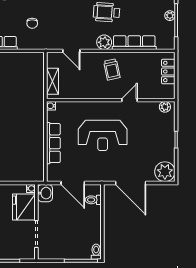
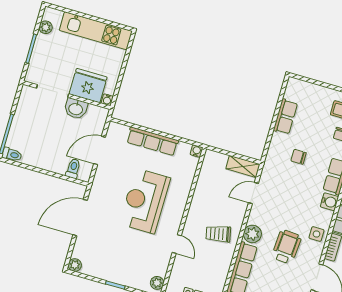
shelving: (53, 81) -> (243, 166), moved
plant: (165, 172) -> (75, 265), width x0.53, depth x0.53
washbasin: (45, 193) -> (76, 109), moved

